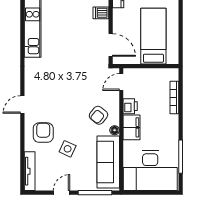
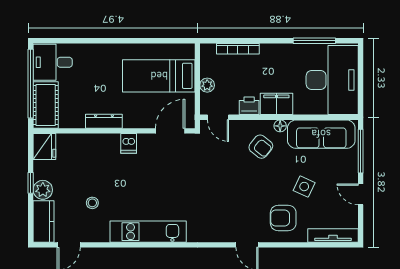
plant: (146, 74) -> (207, 85), added

